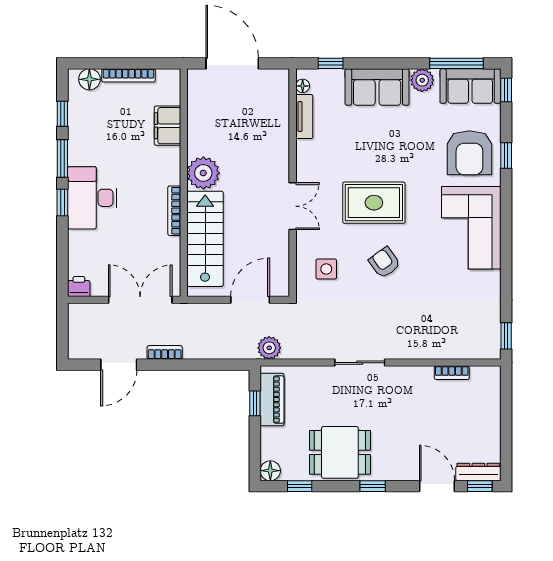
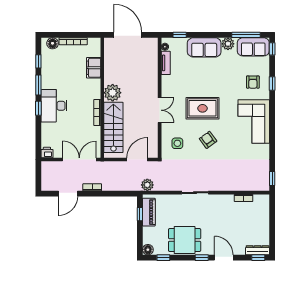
armchair: (469, 153) -> (253, 82), width x0.53, depth x0.53
door: (437, 486) -> (224, 258), moved

